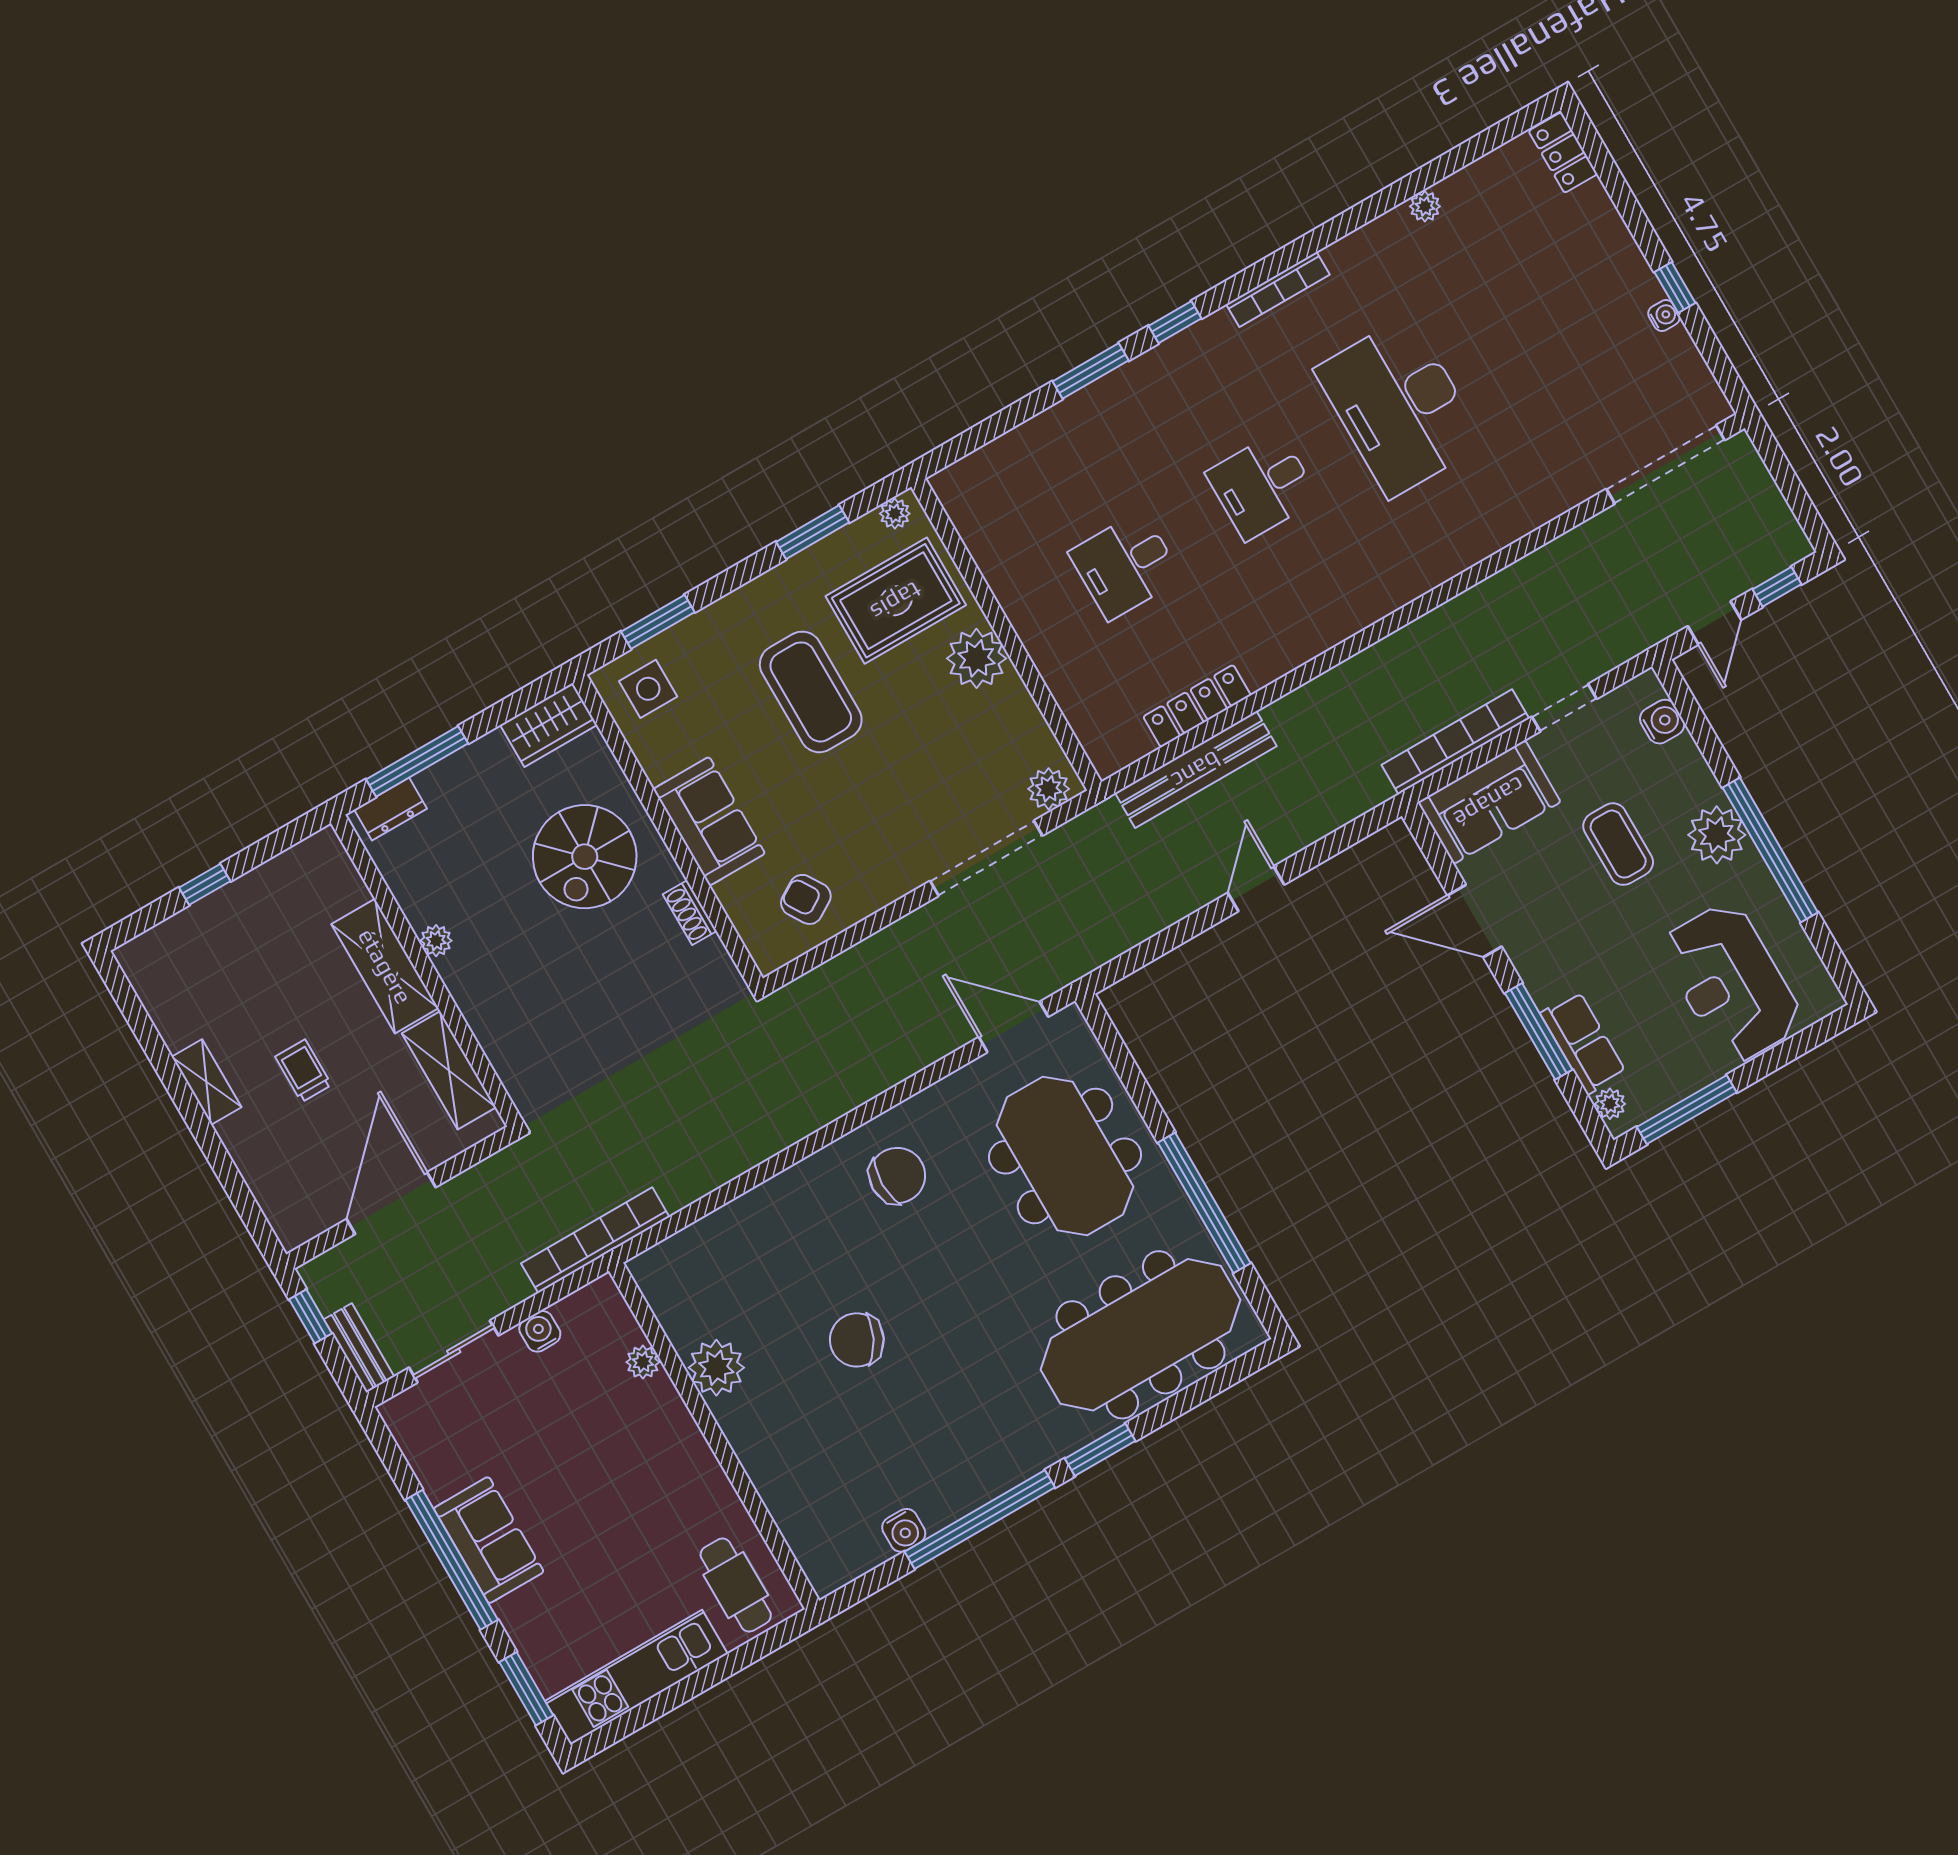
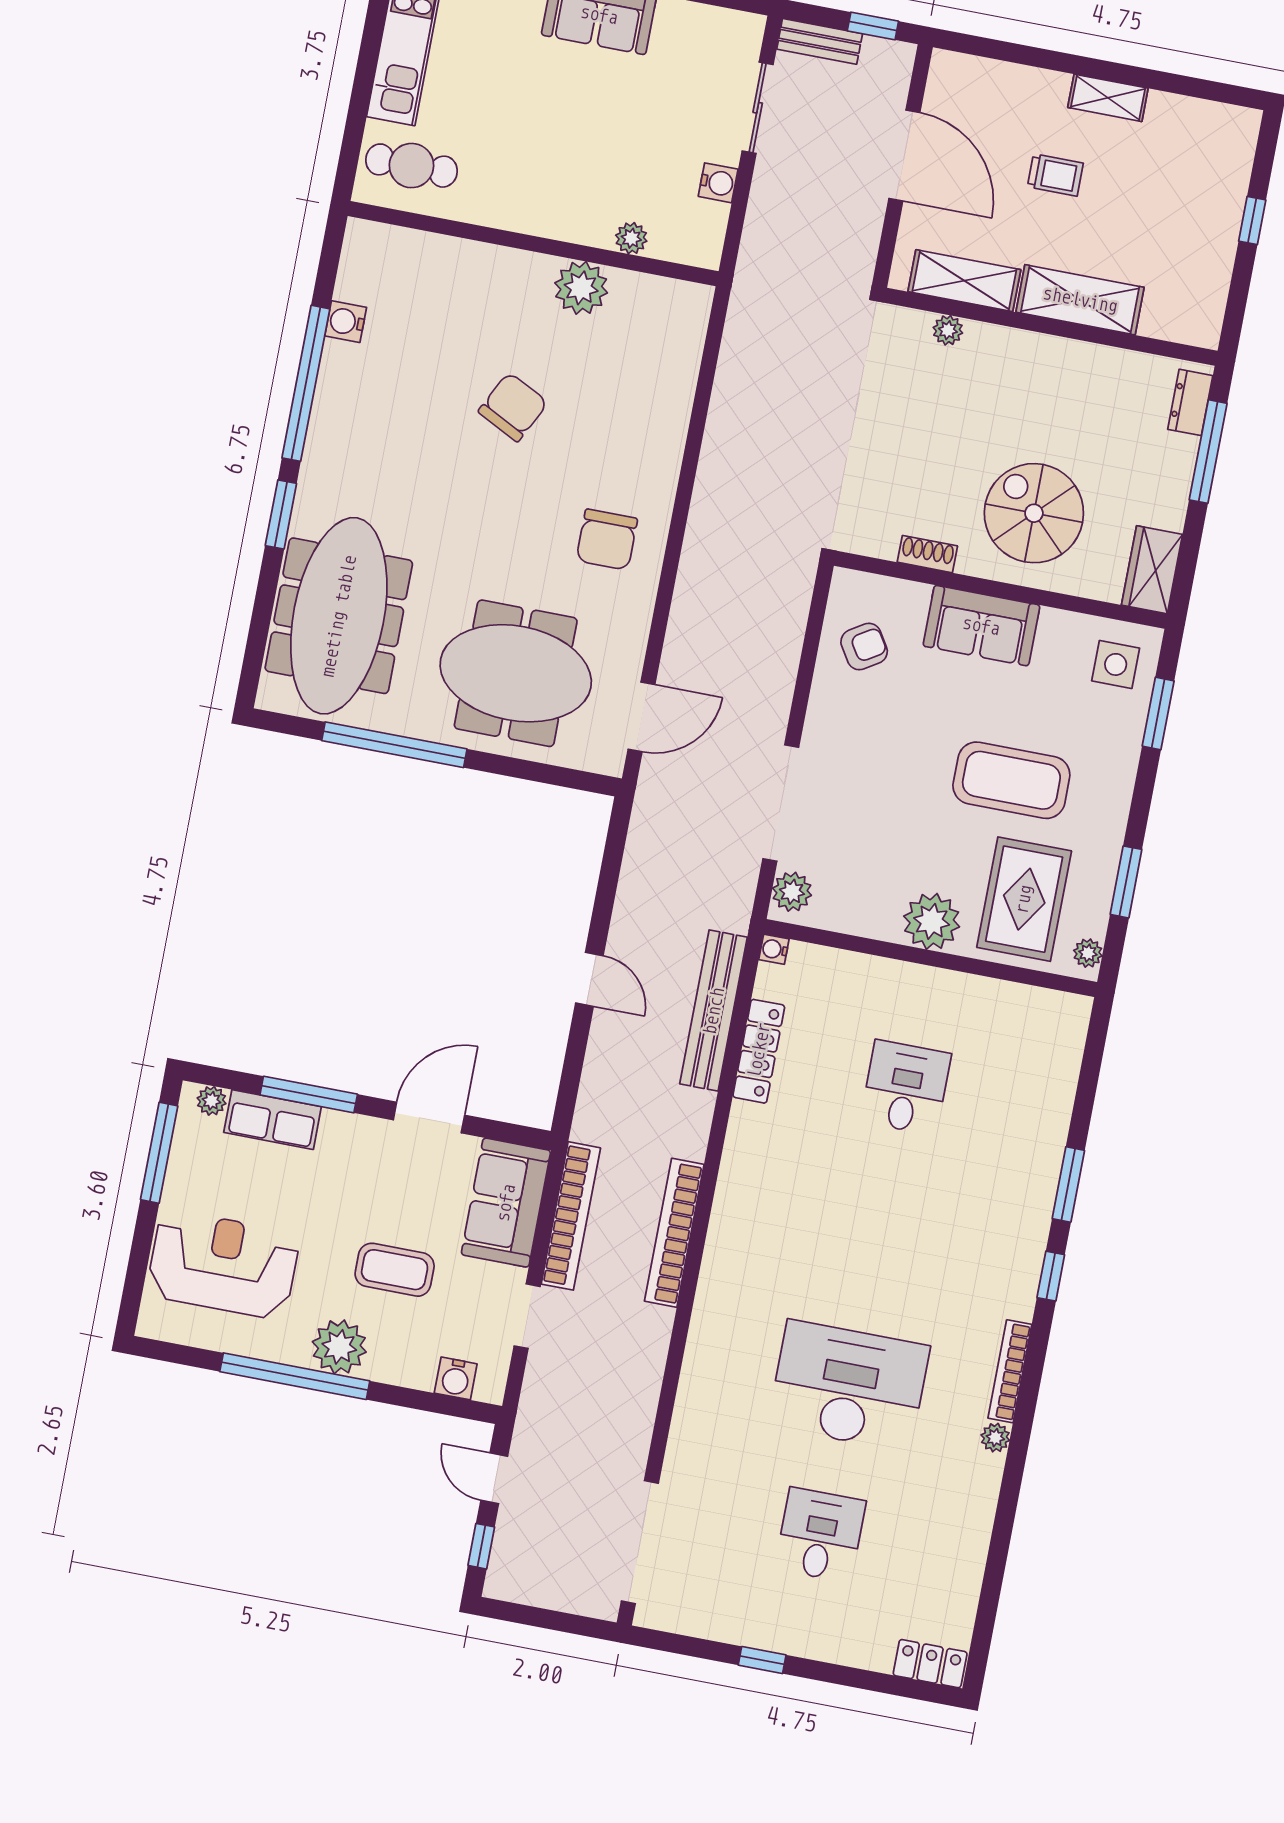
plant: (1425, 206) -> (995, 1438), moved
water cooler: (1664, 316) -> (774, 949), moved, turned 90
desk: (1262, 486) -> (820, 1535), moved
plant: (436, 941) -> (948, 330), moved
bookcase: (595, 1240) -> (674, 1233), moved, turned 180

